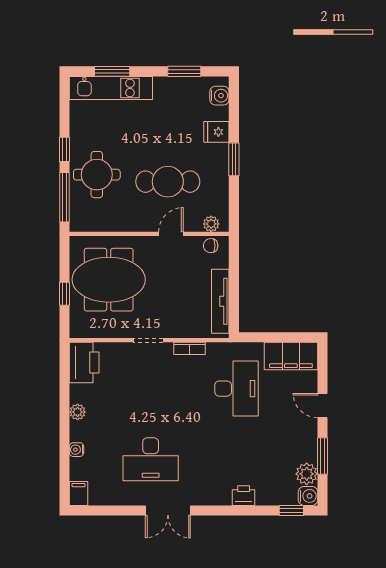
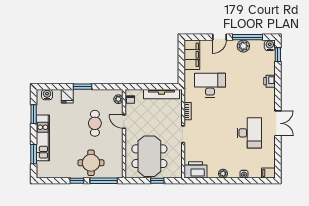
kitchen unit: (111, 88) -> (43, 138), moved
cafe table: (168, 182) -> (95, 123), width x0.73, depth x0.74
window: (323, 456) -> (248, 37), width x1.44
plant: (307, 474) -> (243, 46), moved

